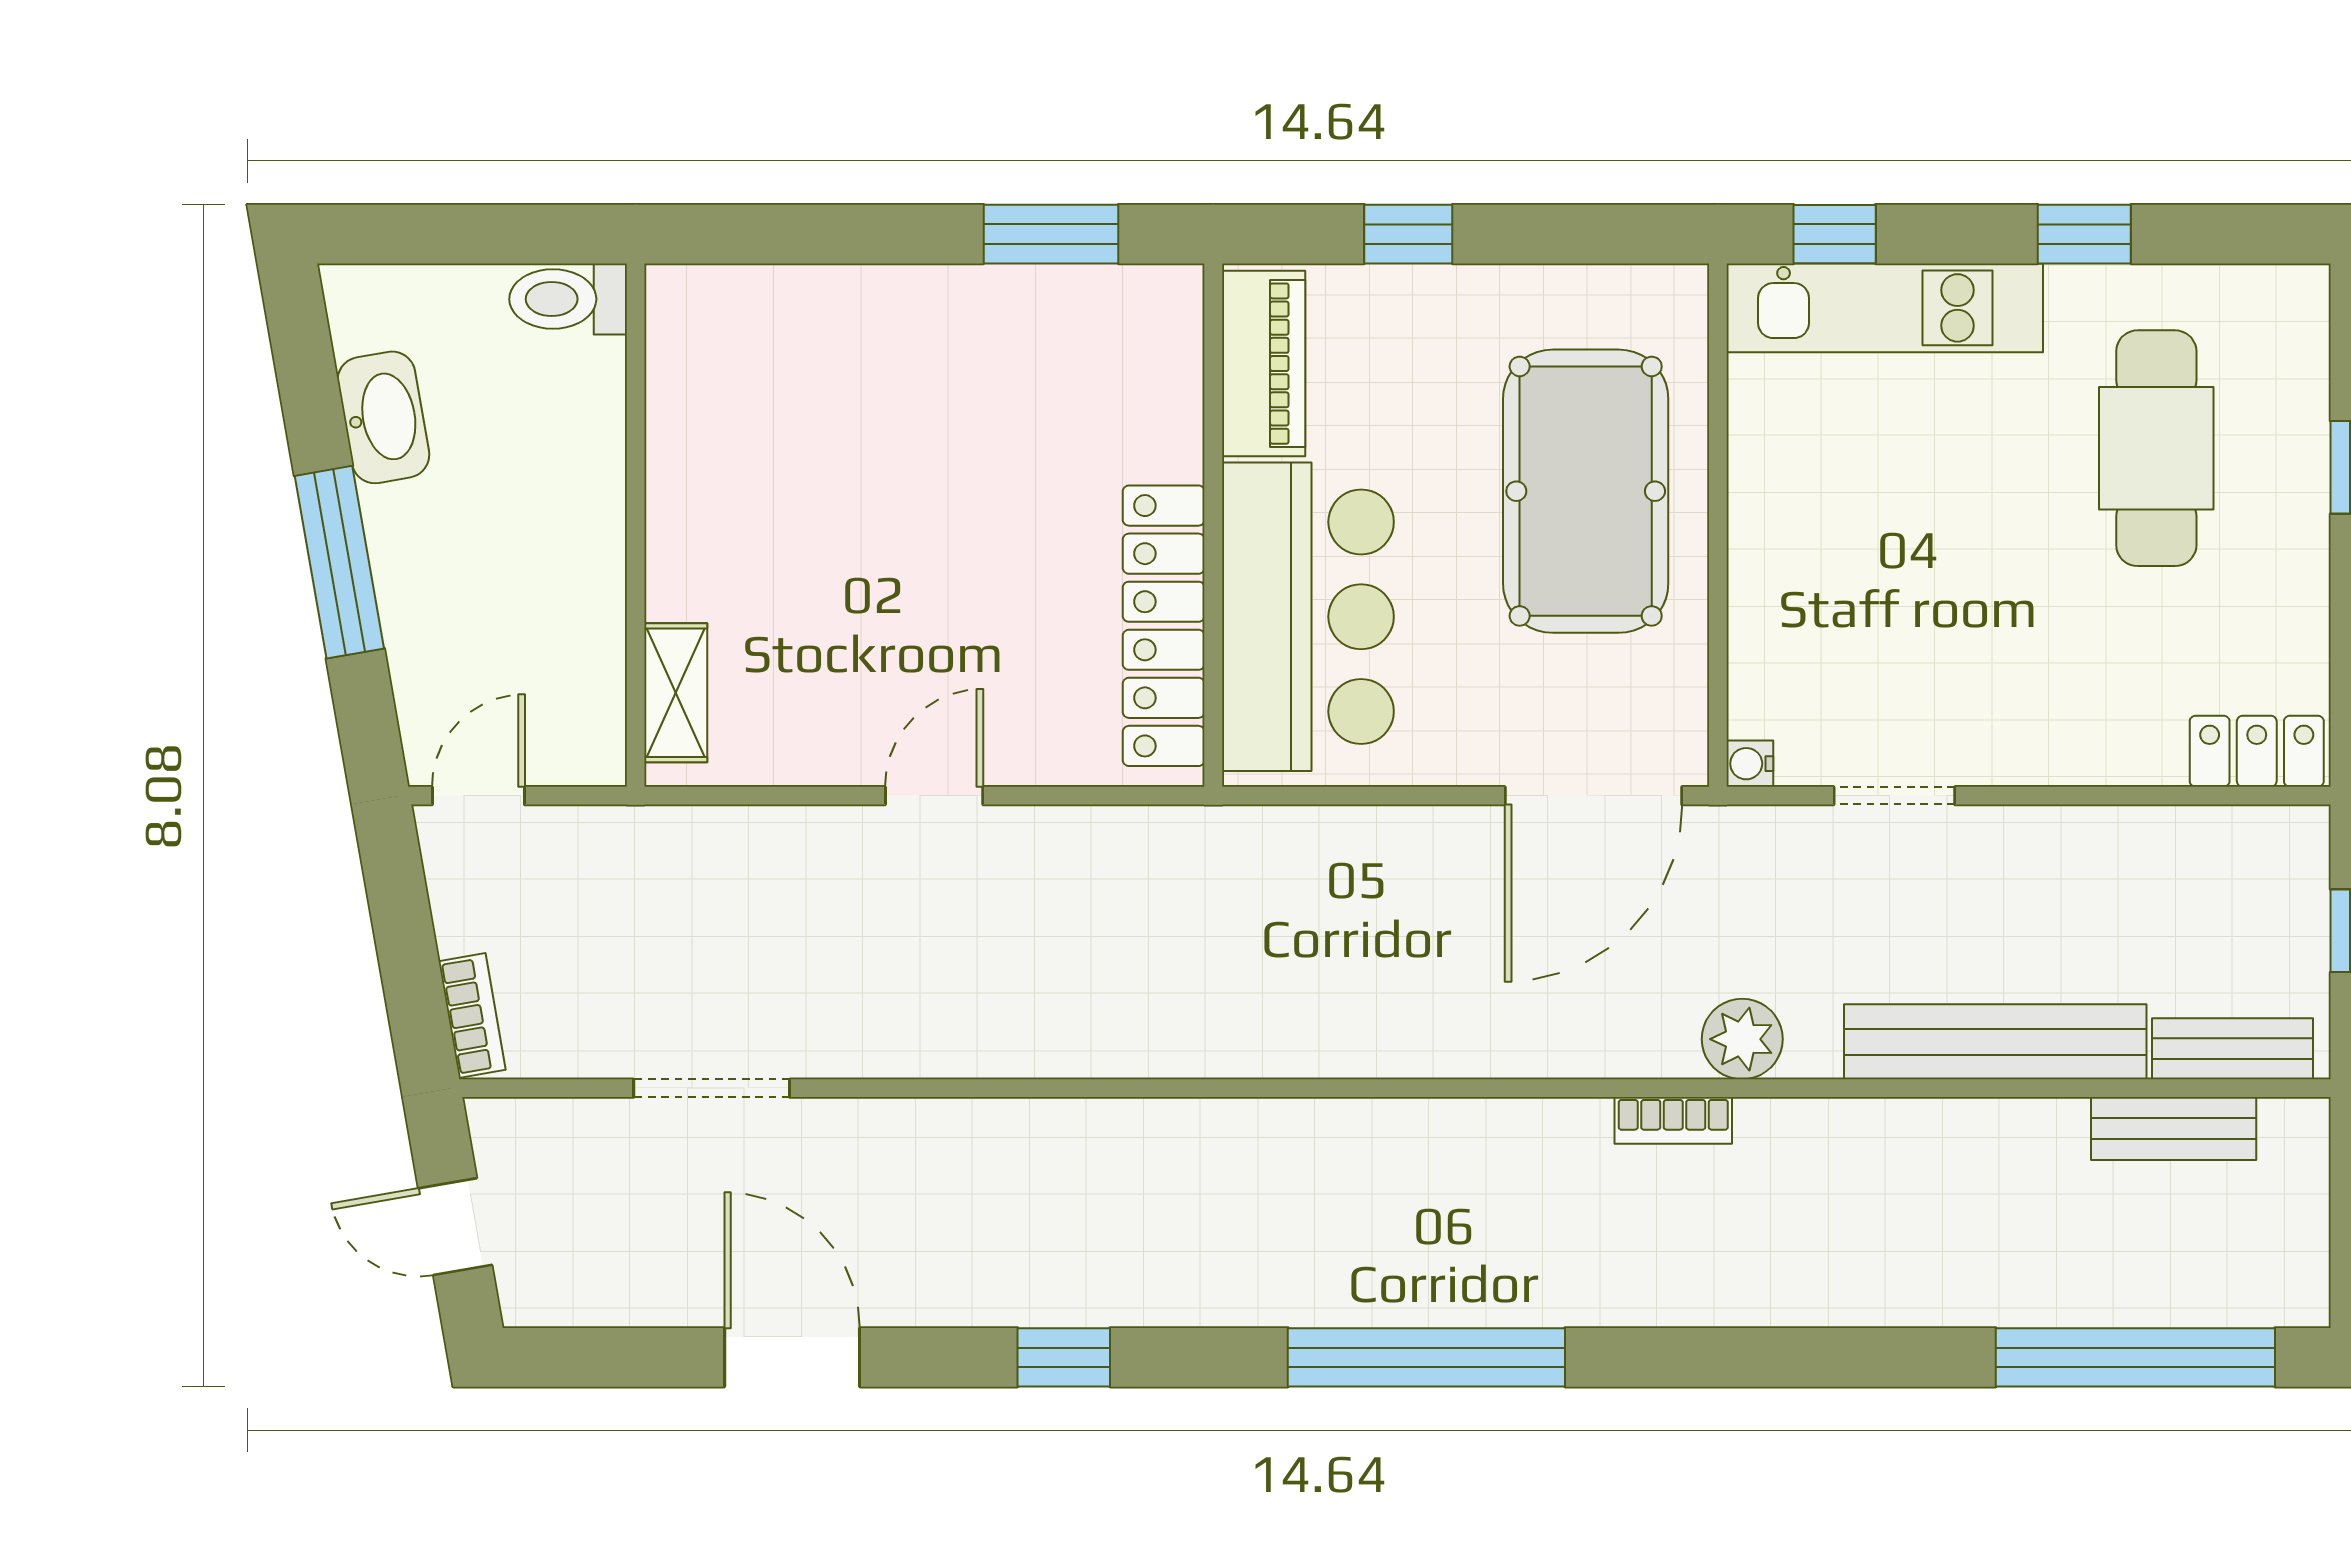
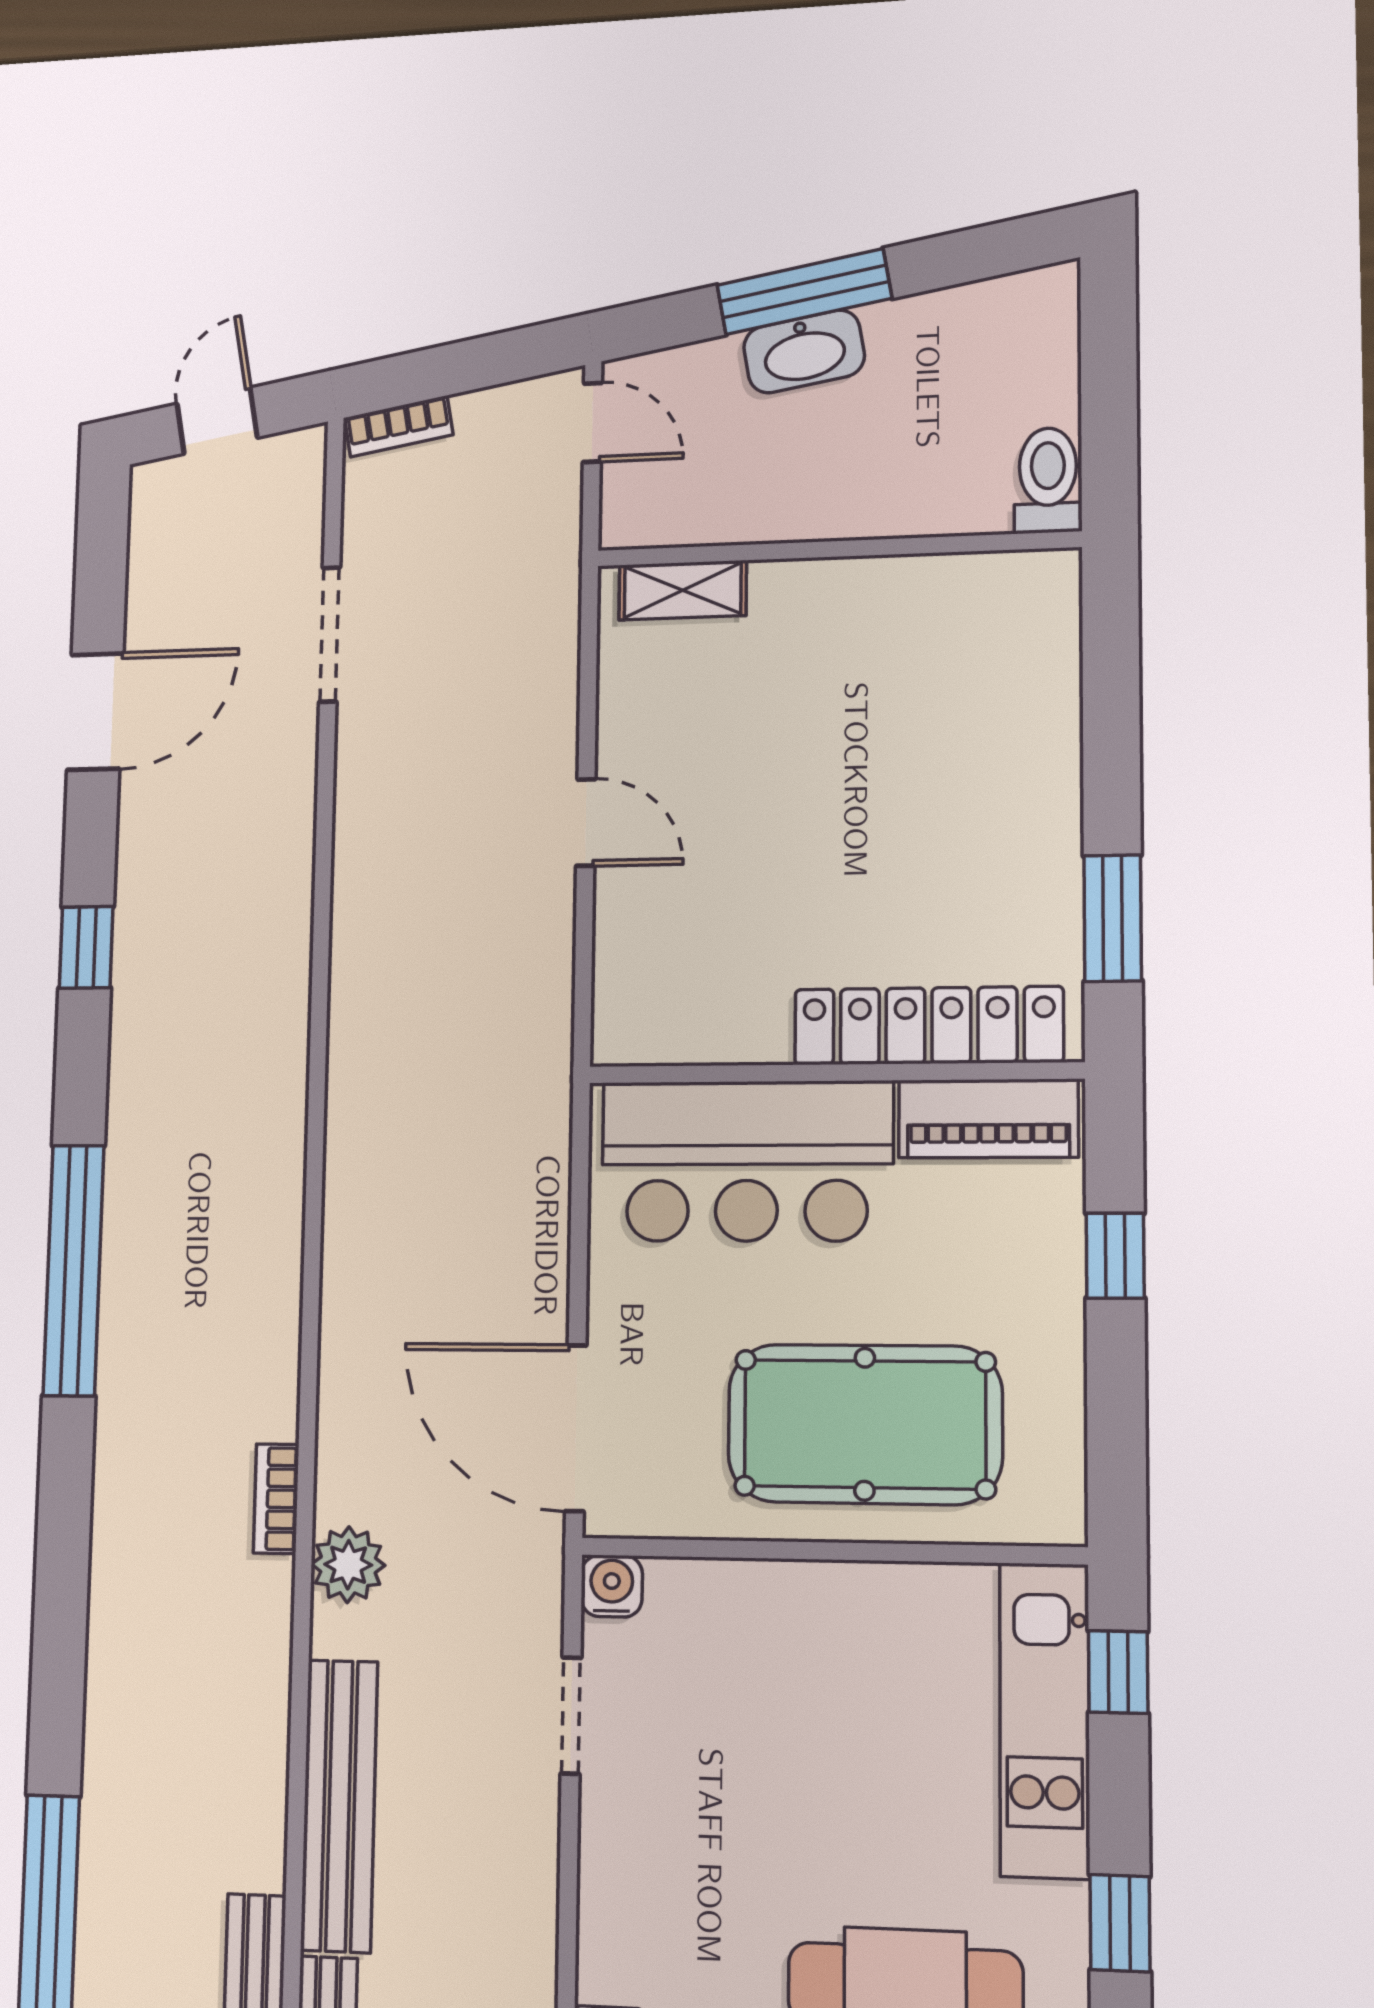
washbasin: (383, 417) -> (804, 352), moved
locker: (1164, 626) -> (928, 1026), moved
water cooler: (1750, 764) -> (612, 1586), width x1.38, depth x1.38

